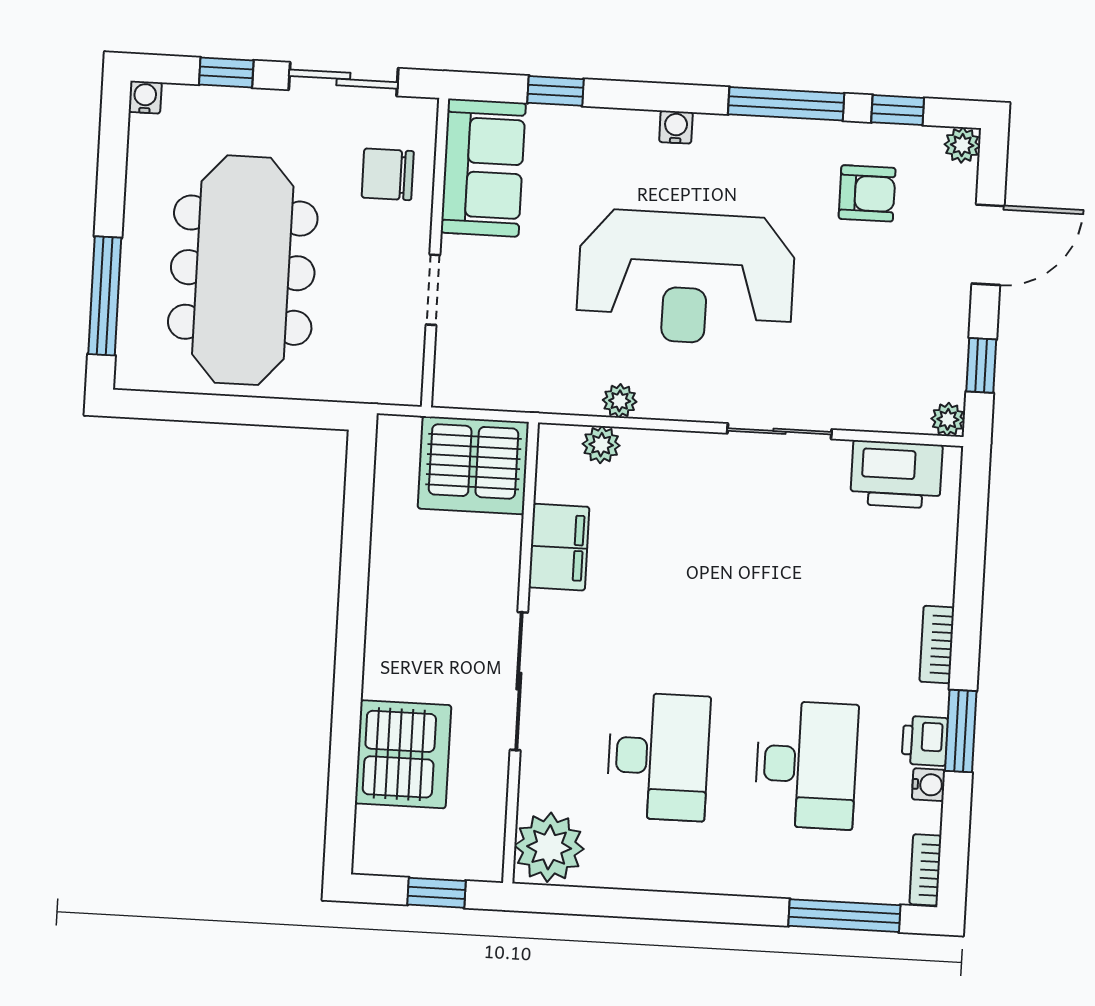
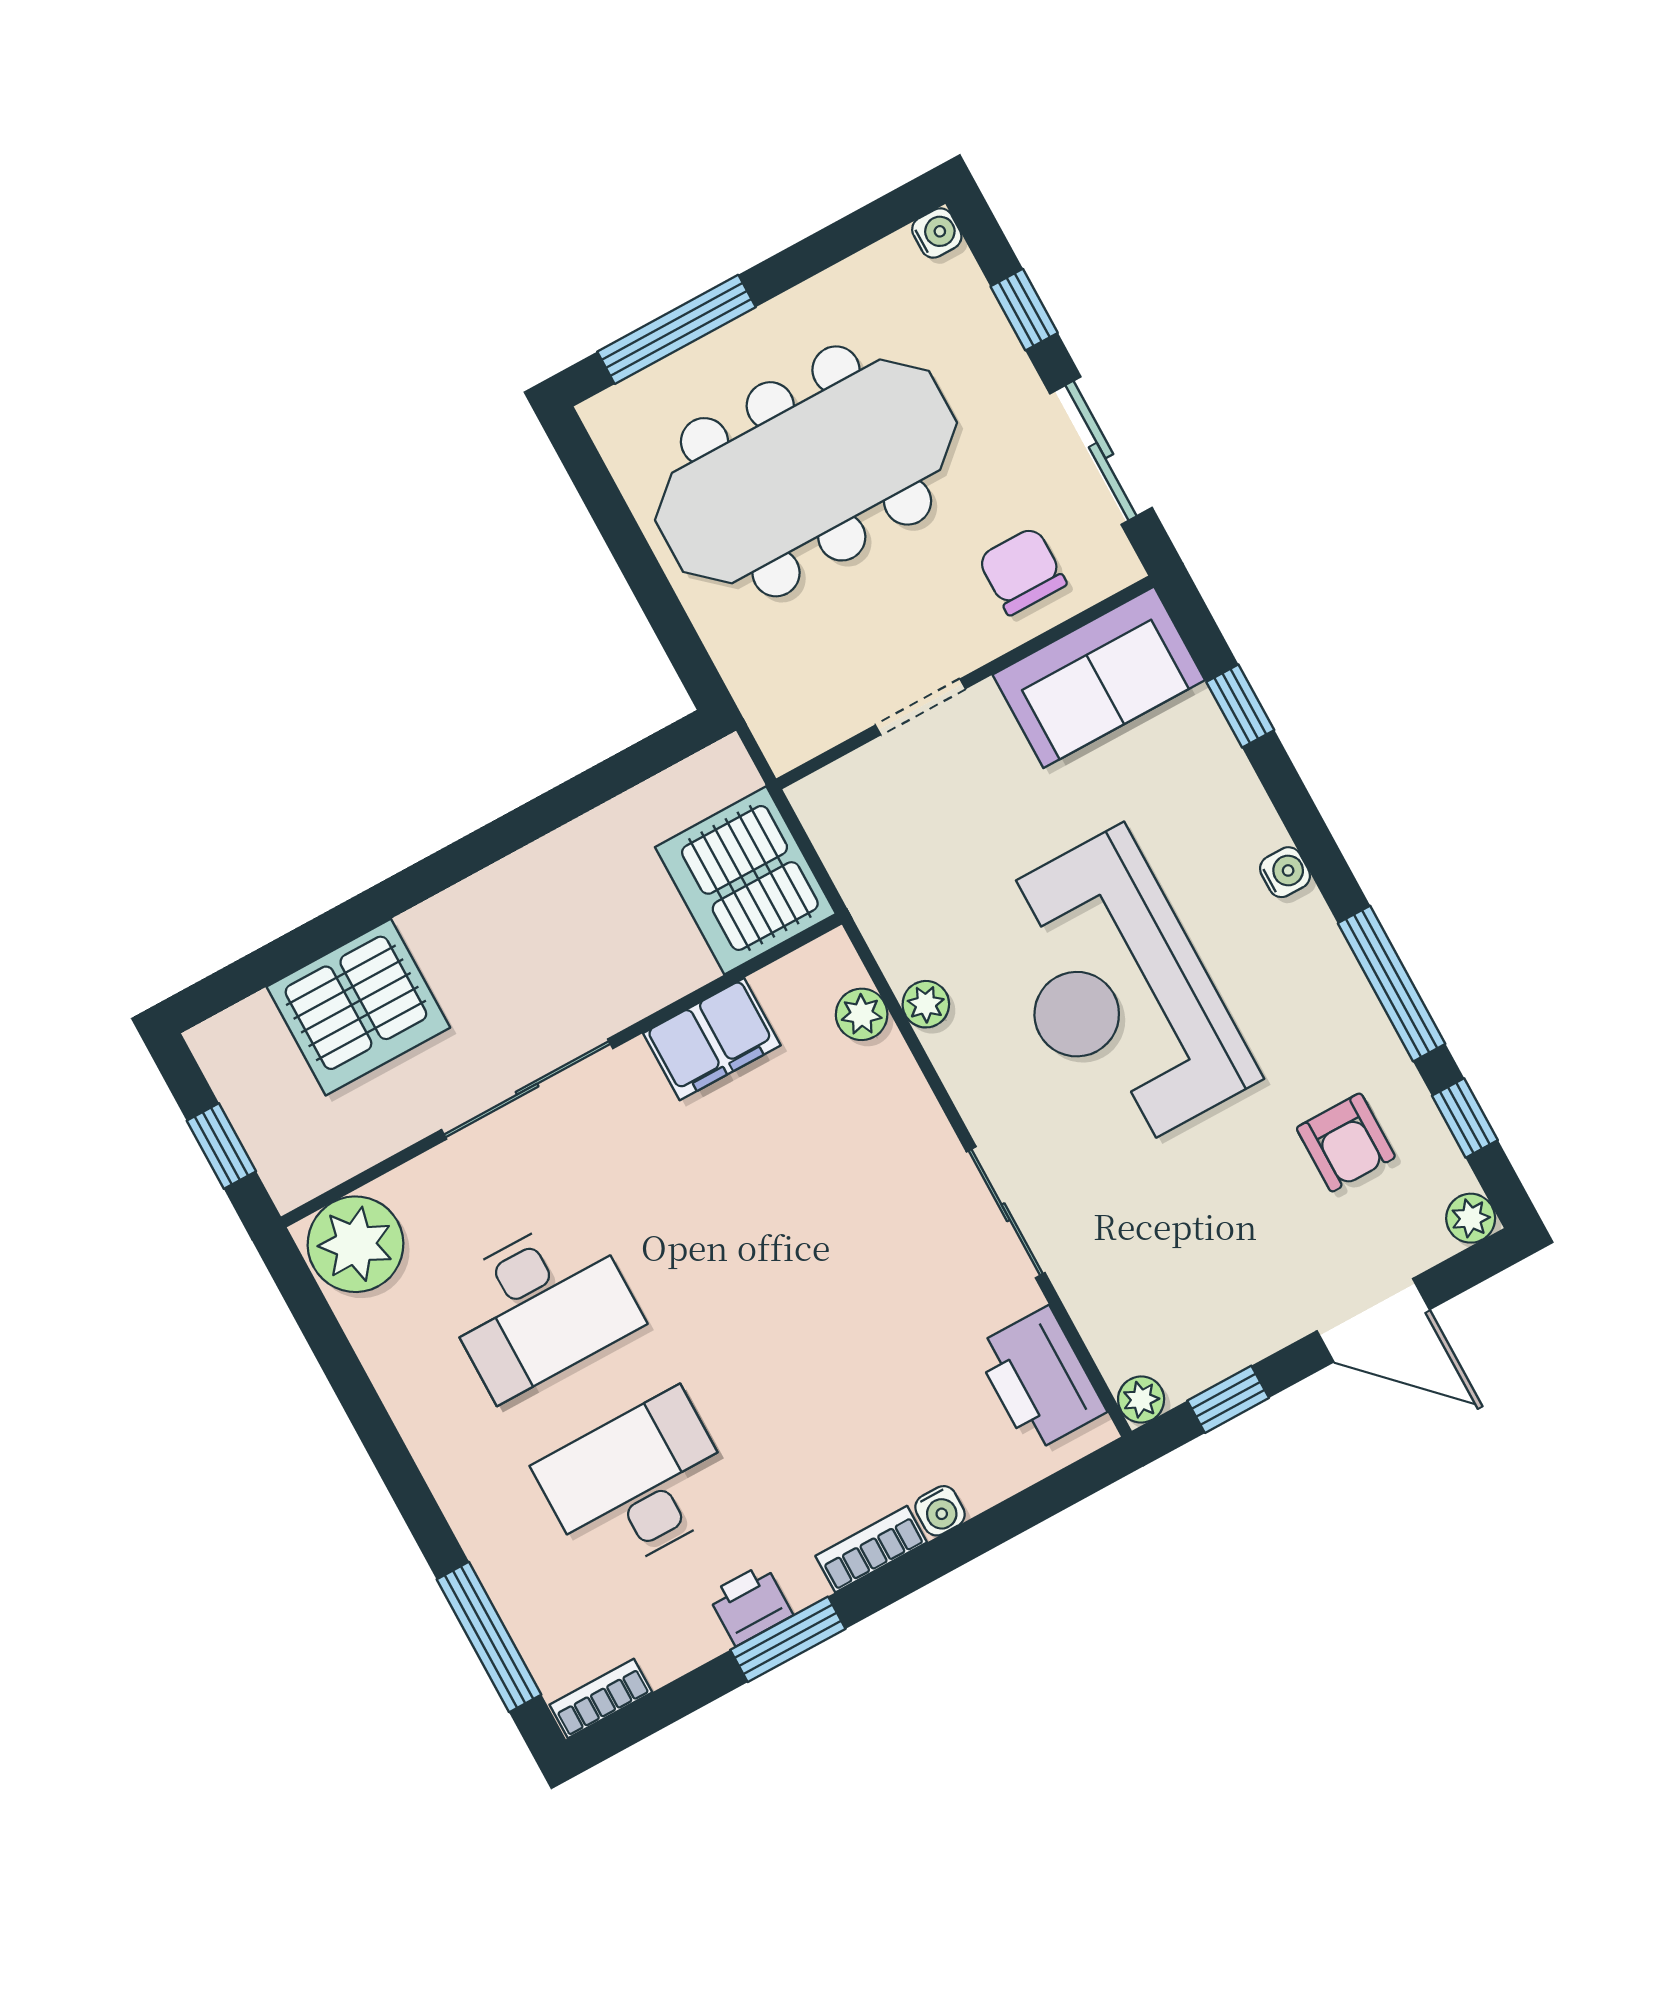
desk: (806, 765) -> (637, 1484), turned 180
water cooler: (929, 785) -> (940, 1511), moved

